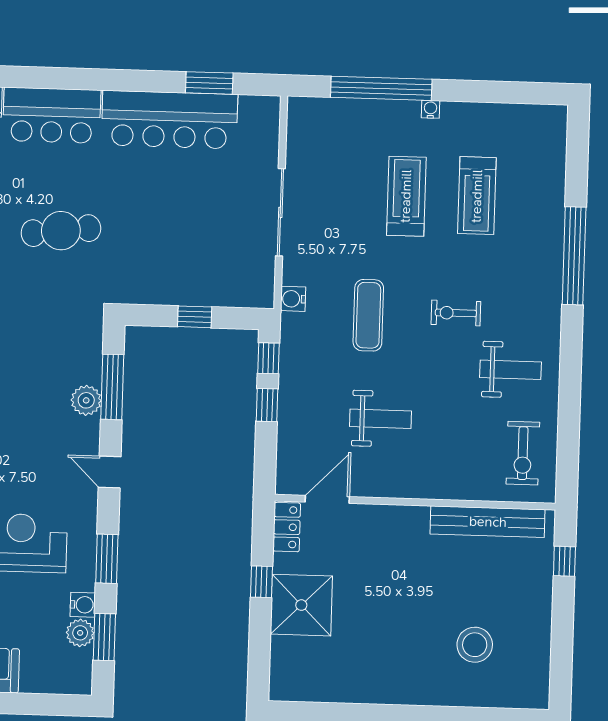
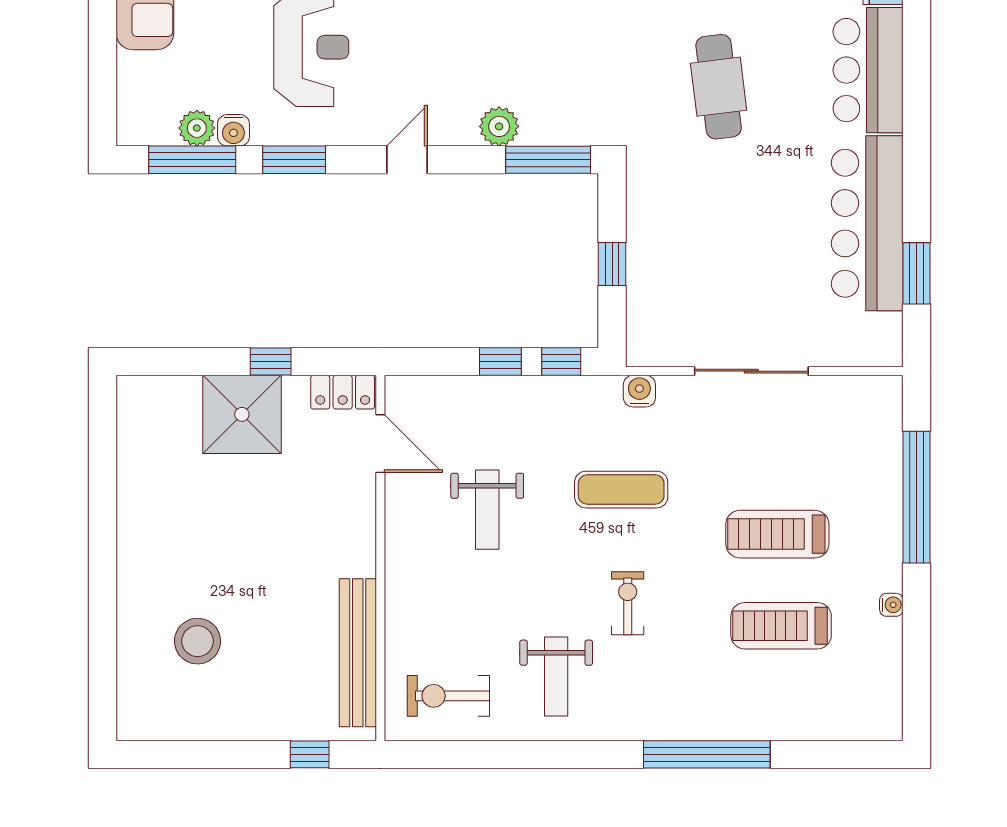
water cooler: (430, 109) -> (891, 605), moved
treadmill: (406, 196) -> (777, 534), turned 180
window: (112, 387) -> (548, 160), moved
window: (104, 637) -> (192, 160), width x1.44

